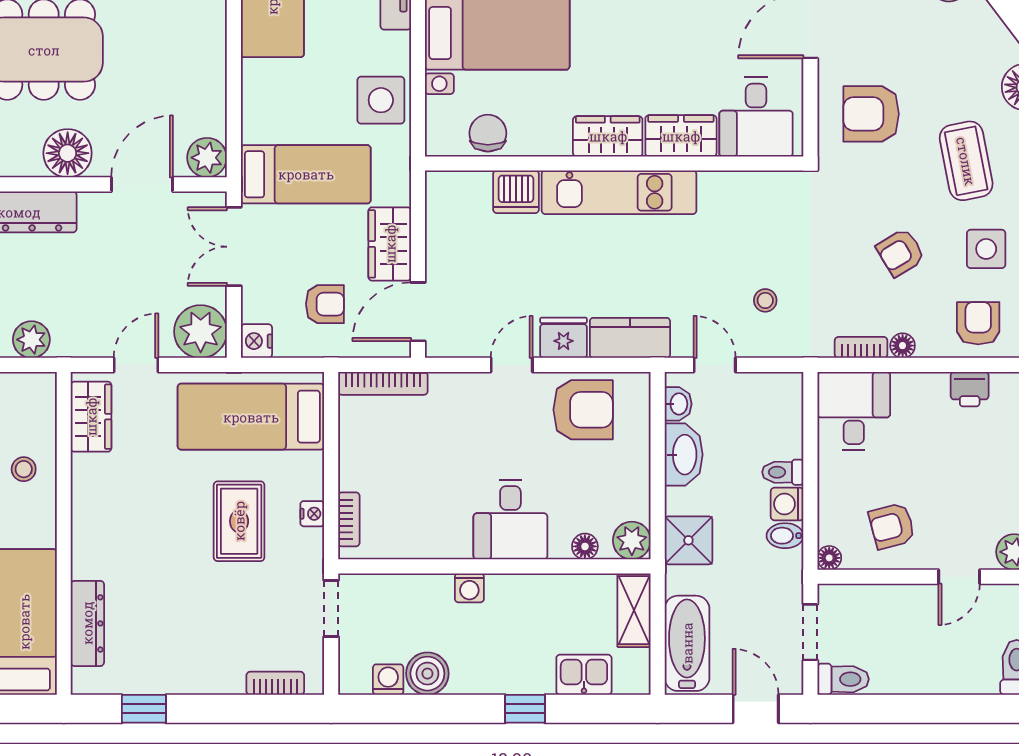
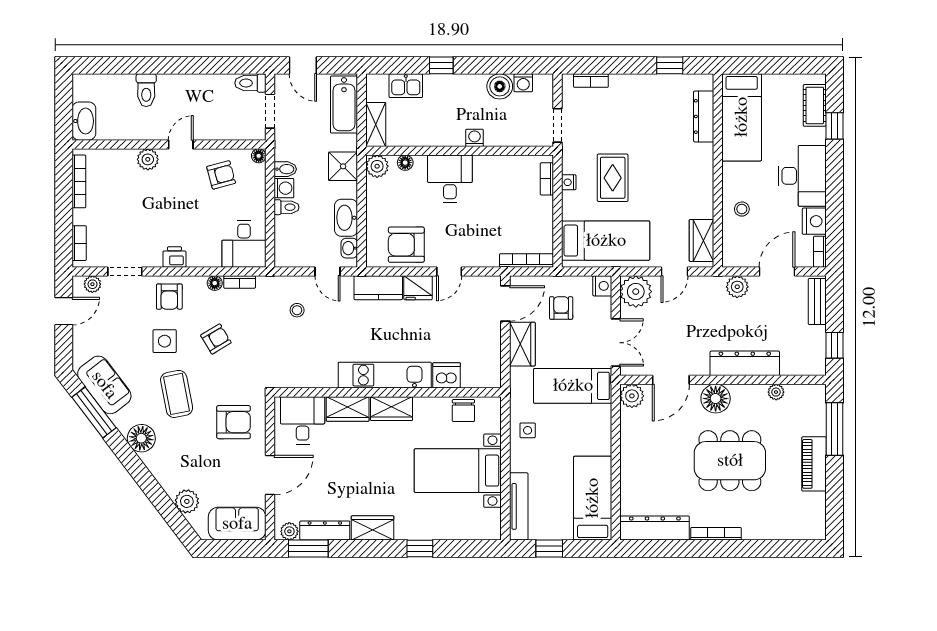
side table: (381, 100) -> (528, 430), width x0.54, depth x0.54
armchair: (325, 304) -> (561, 308), turned 90

